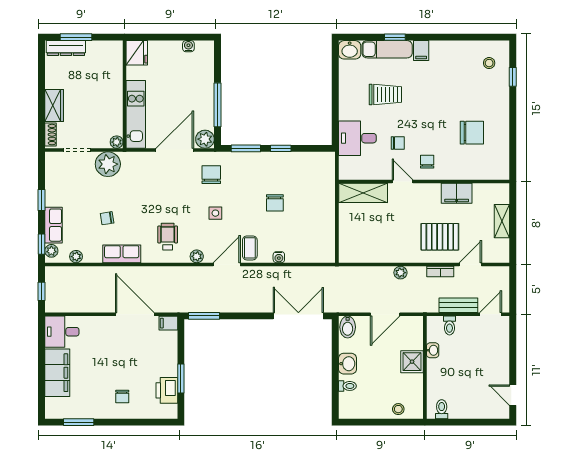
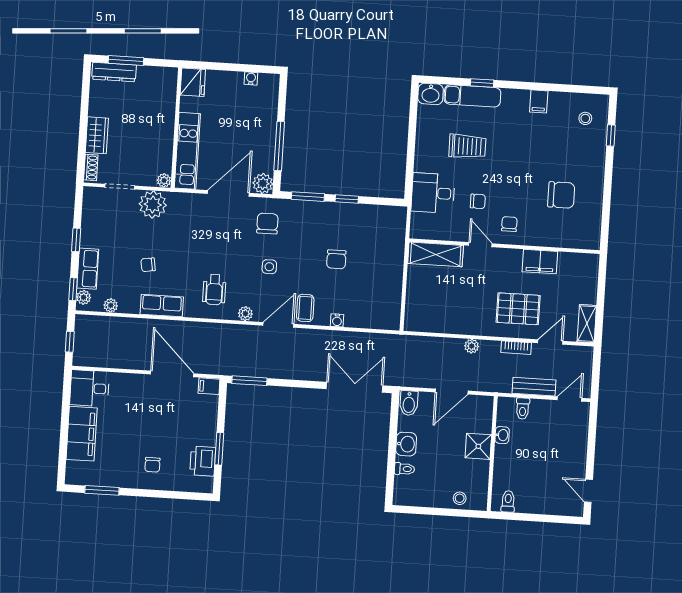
filing cabinet: (421, 51) -> (539, 101), moved
shelving: (502, 221) -> (587, 324), moved
wheelchair: (168, 237) -> (214, 290), turned 180

